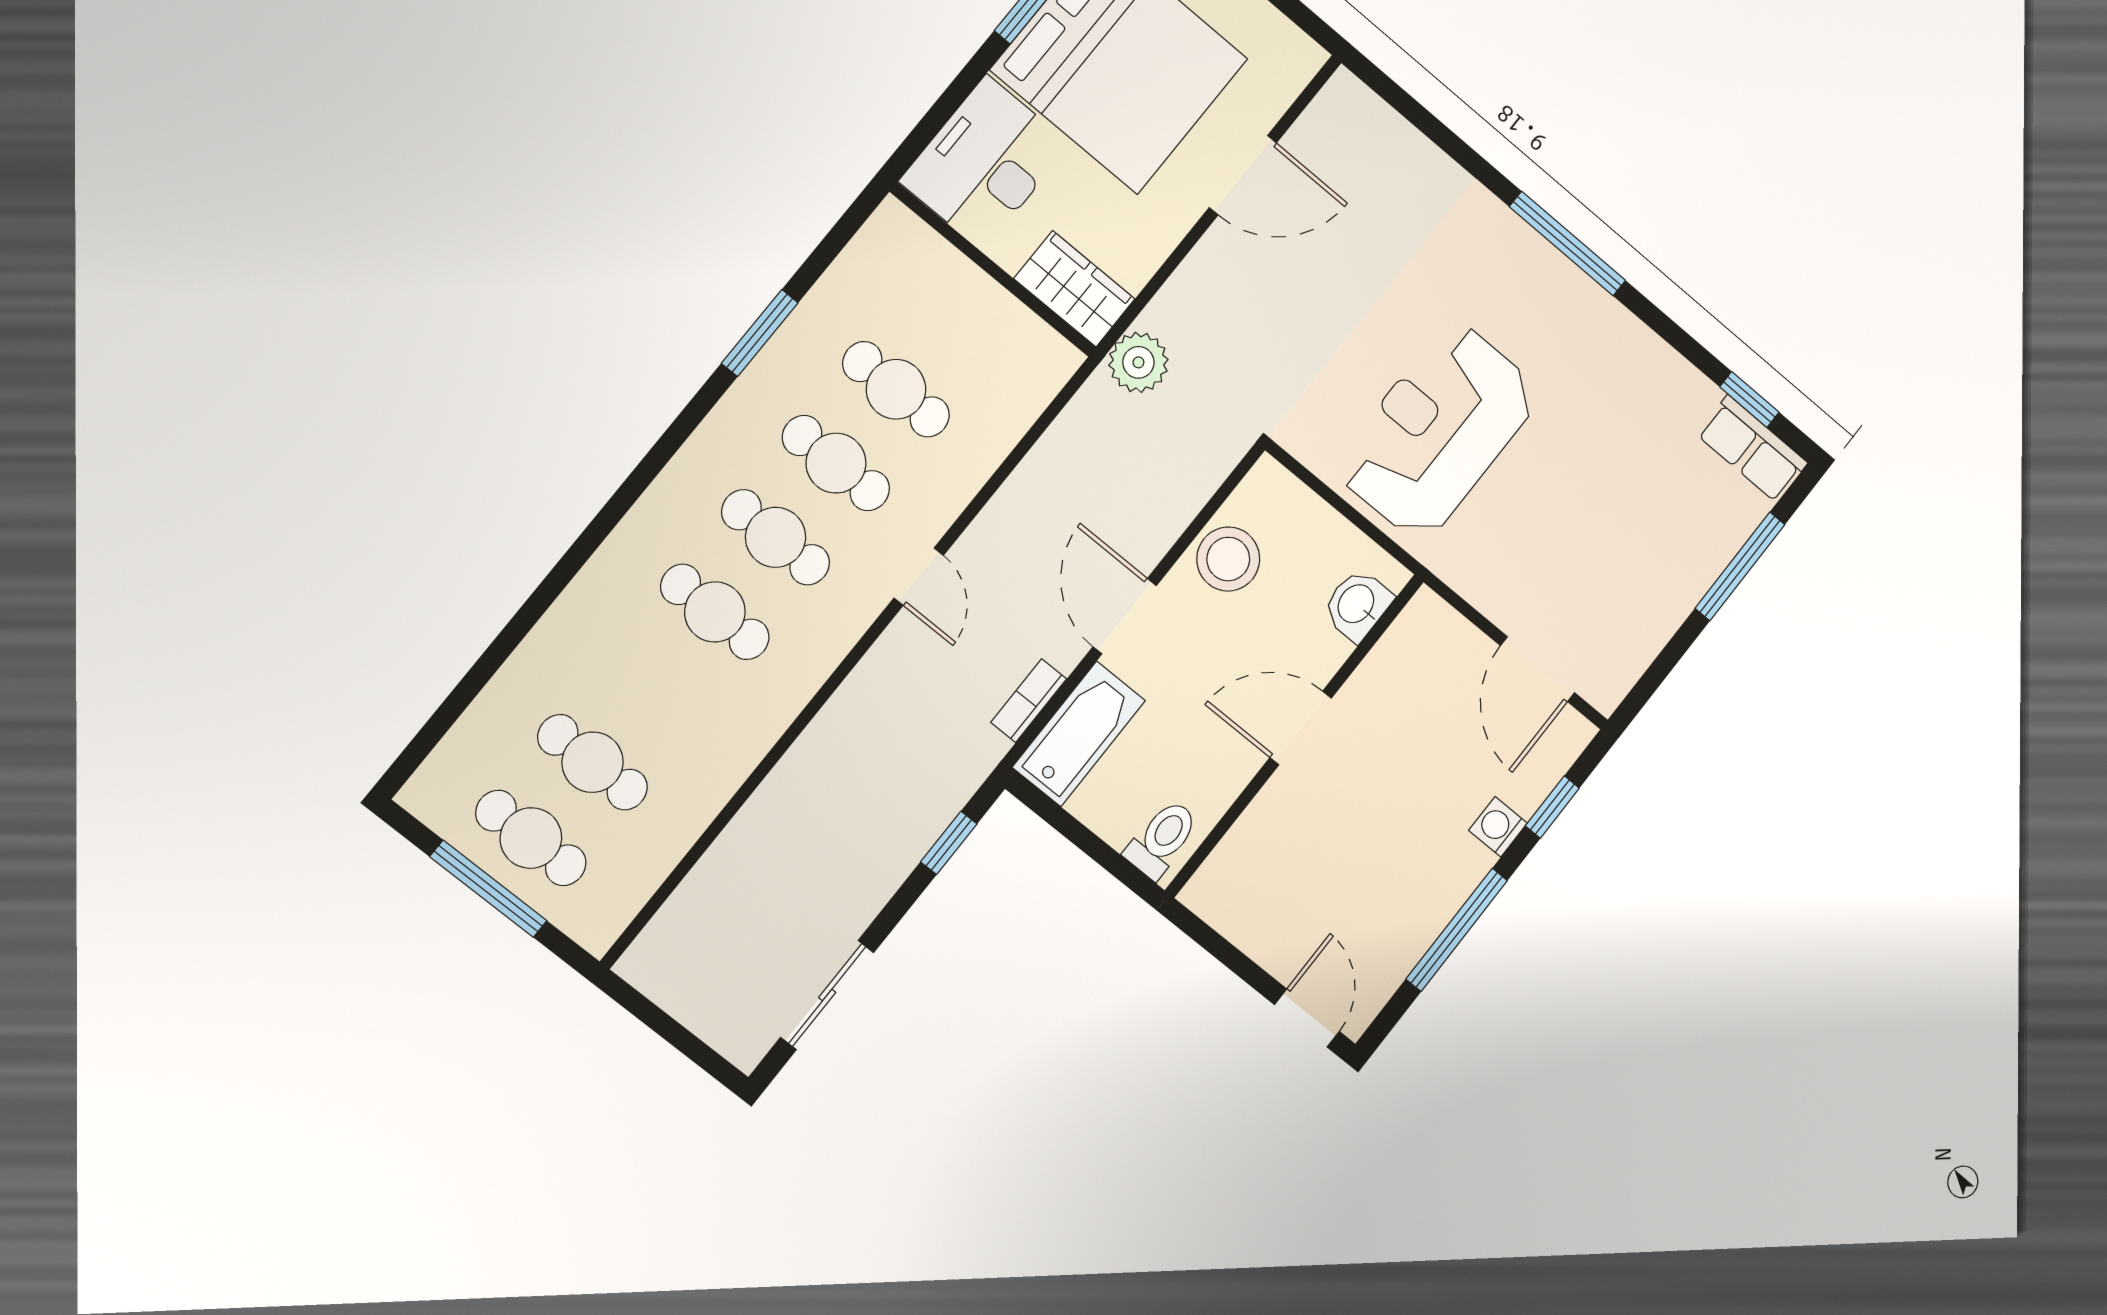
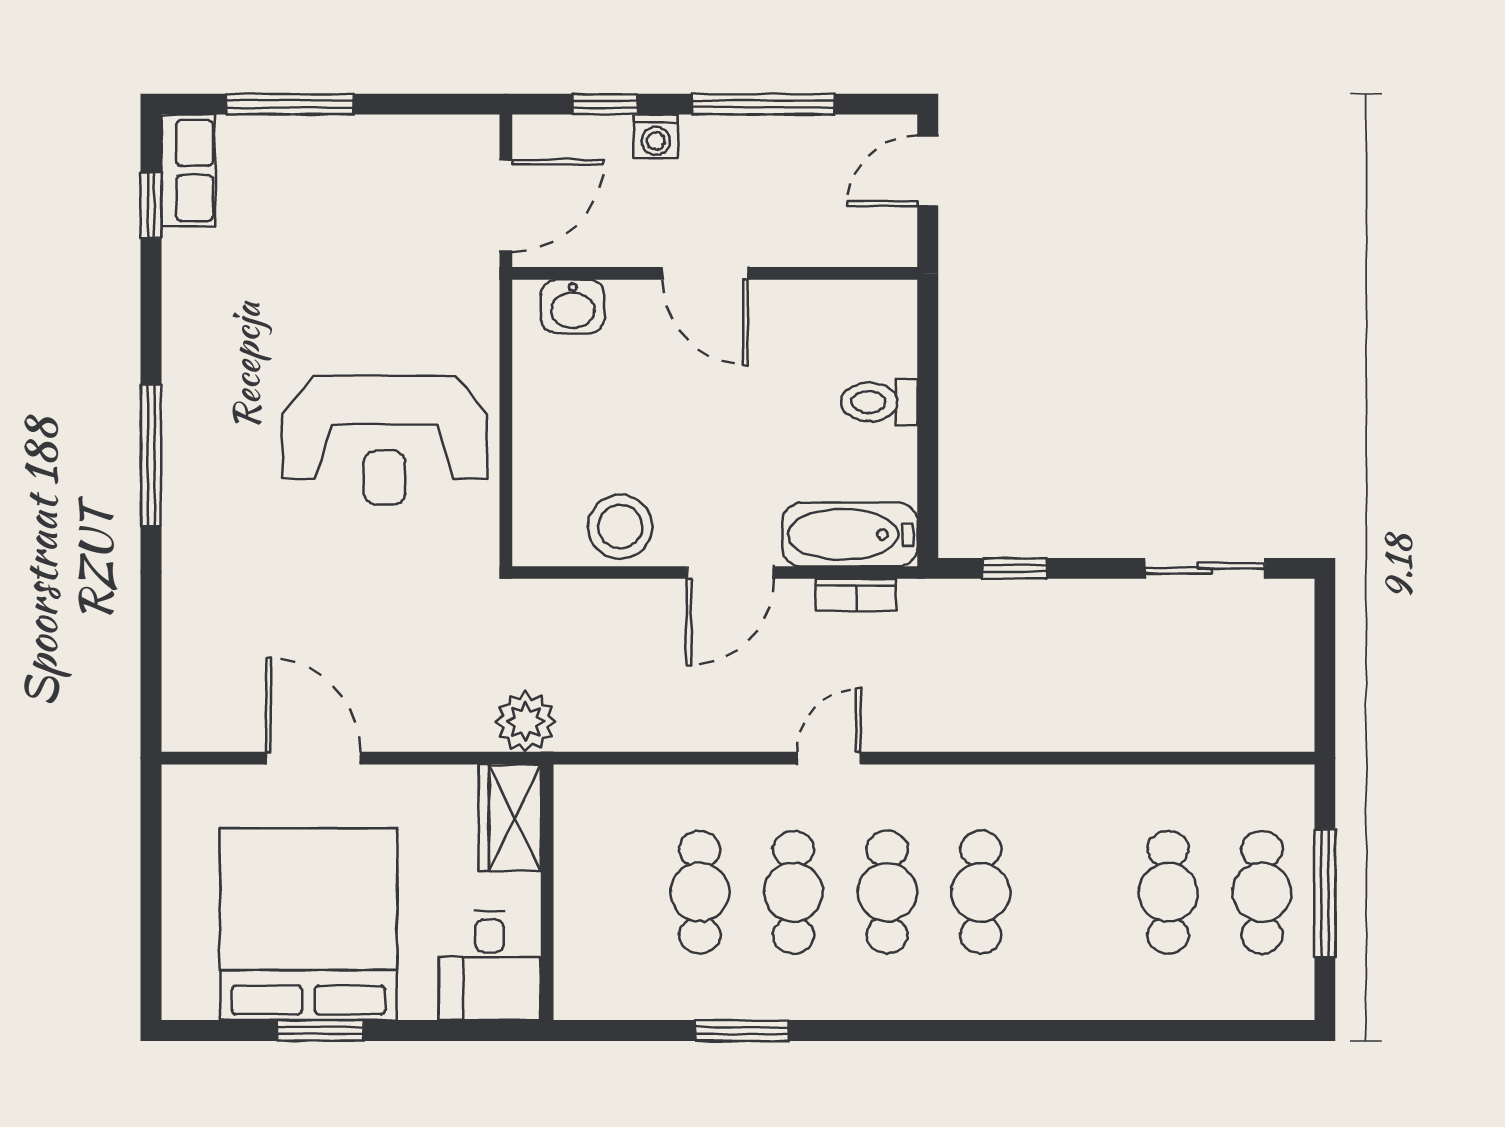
desk: (985, 163) -> (489, 965), width x0.73
washbasin: (1357, 605) -> (573, 306), moved
door: (1301, 728) -> (705, 273), moved
wall: (1295, 735) -> (715, 273), moved

